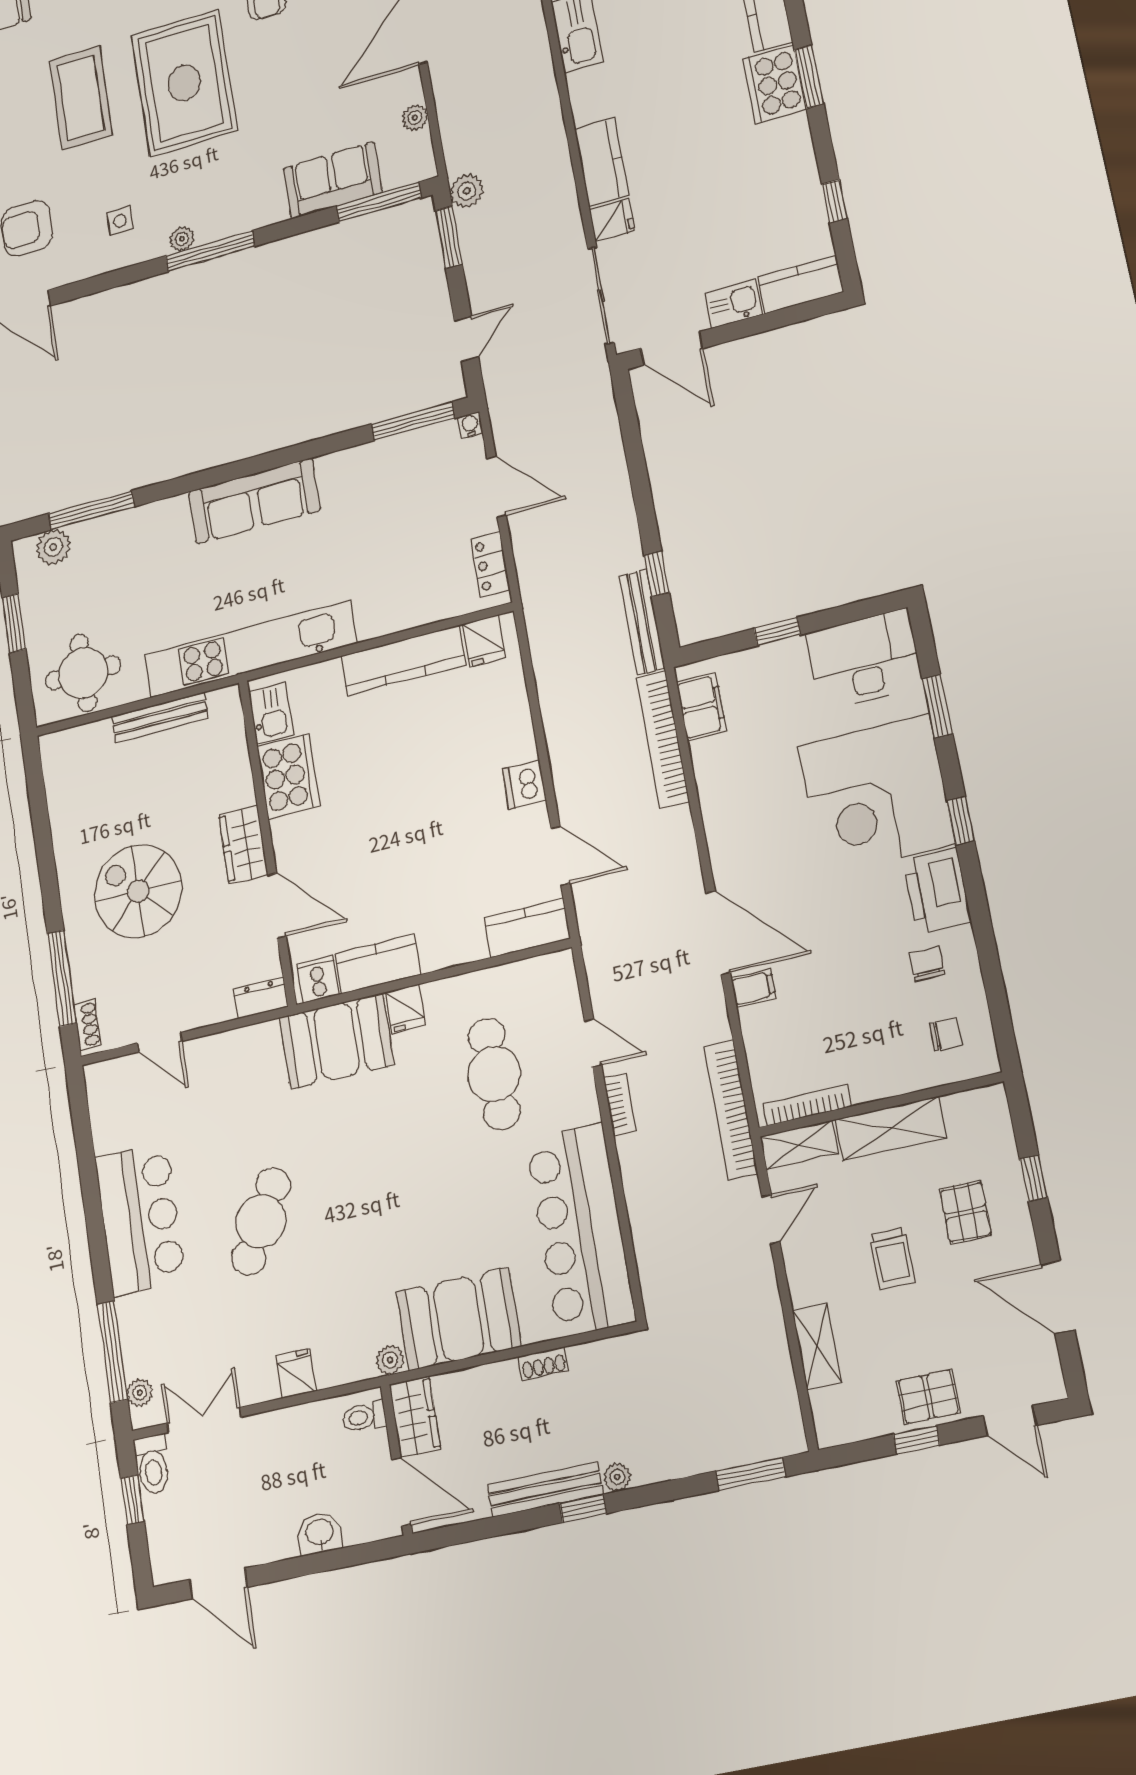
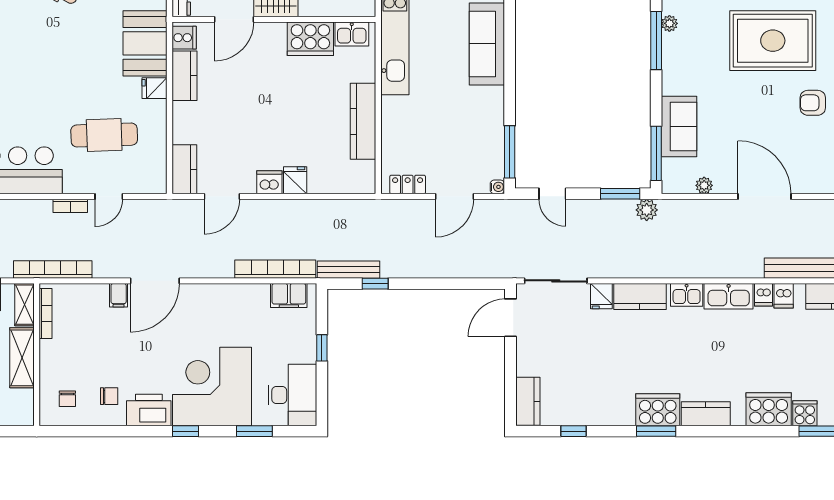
kitchen sink: (734, 304) -> (687, 295), moved, turned 90
fridge: (484, 641) -> (295, 180), moved, turned 90

